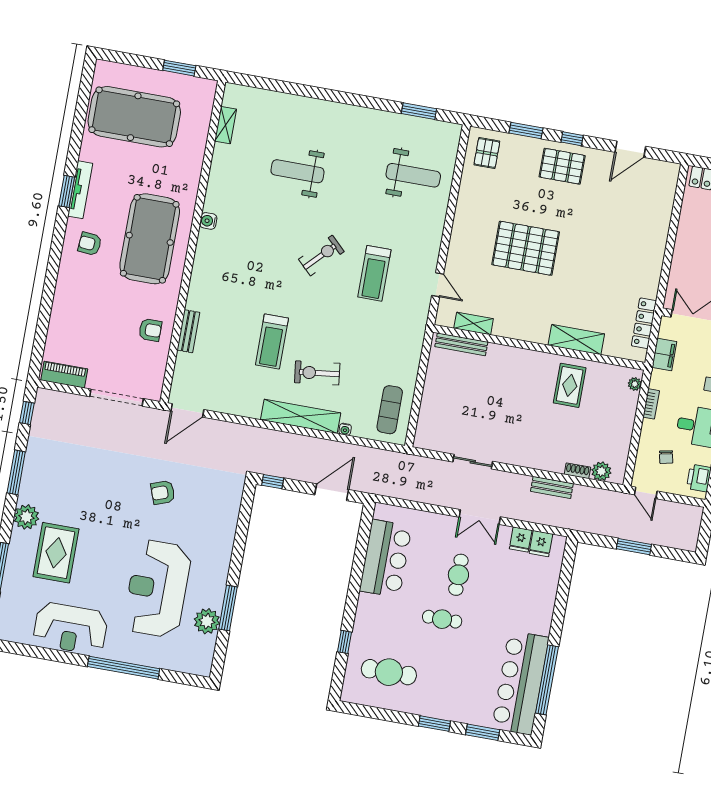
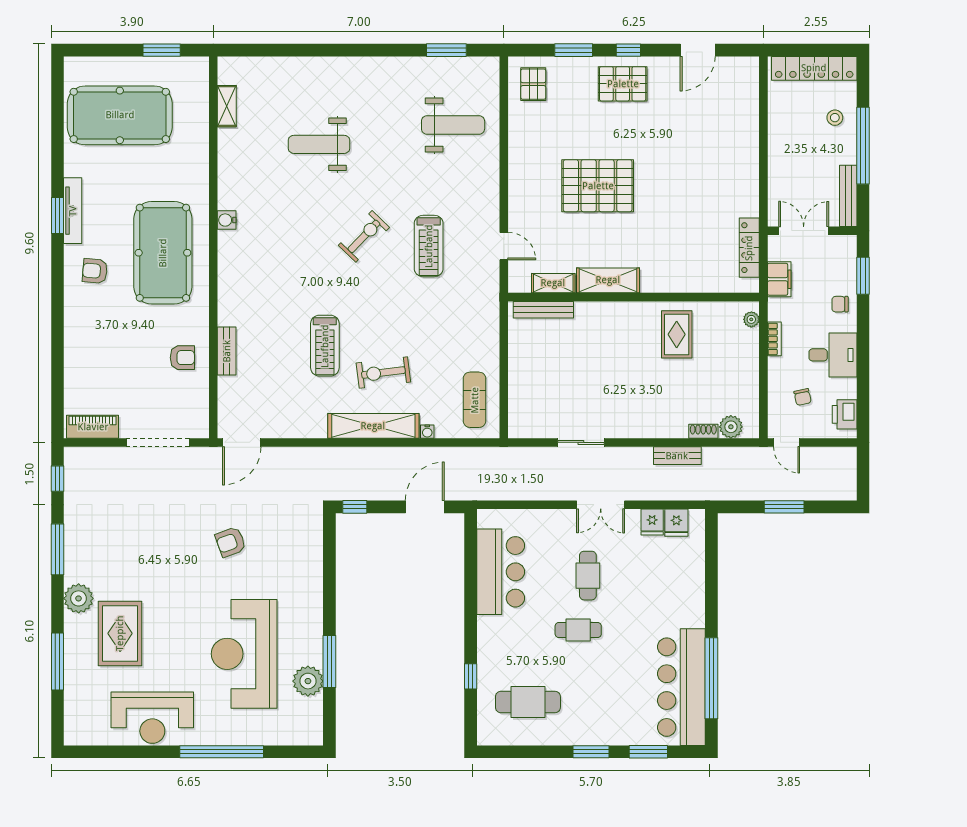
shelving: (576, 340) -> (608, 280), moved

